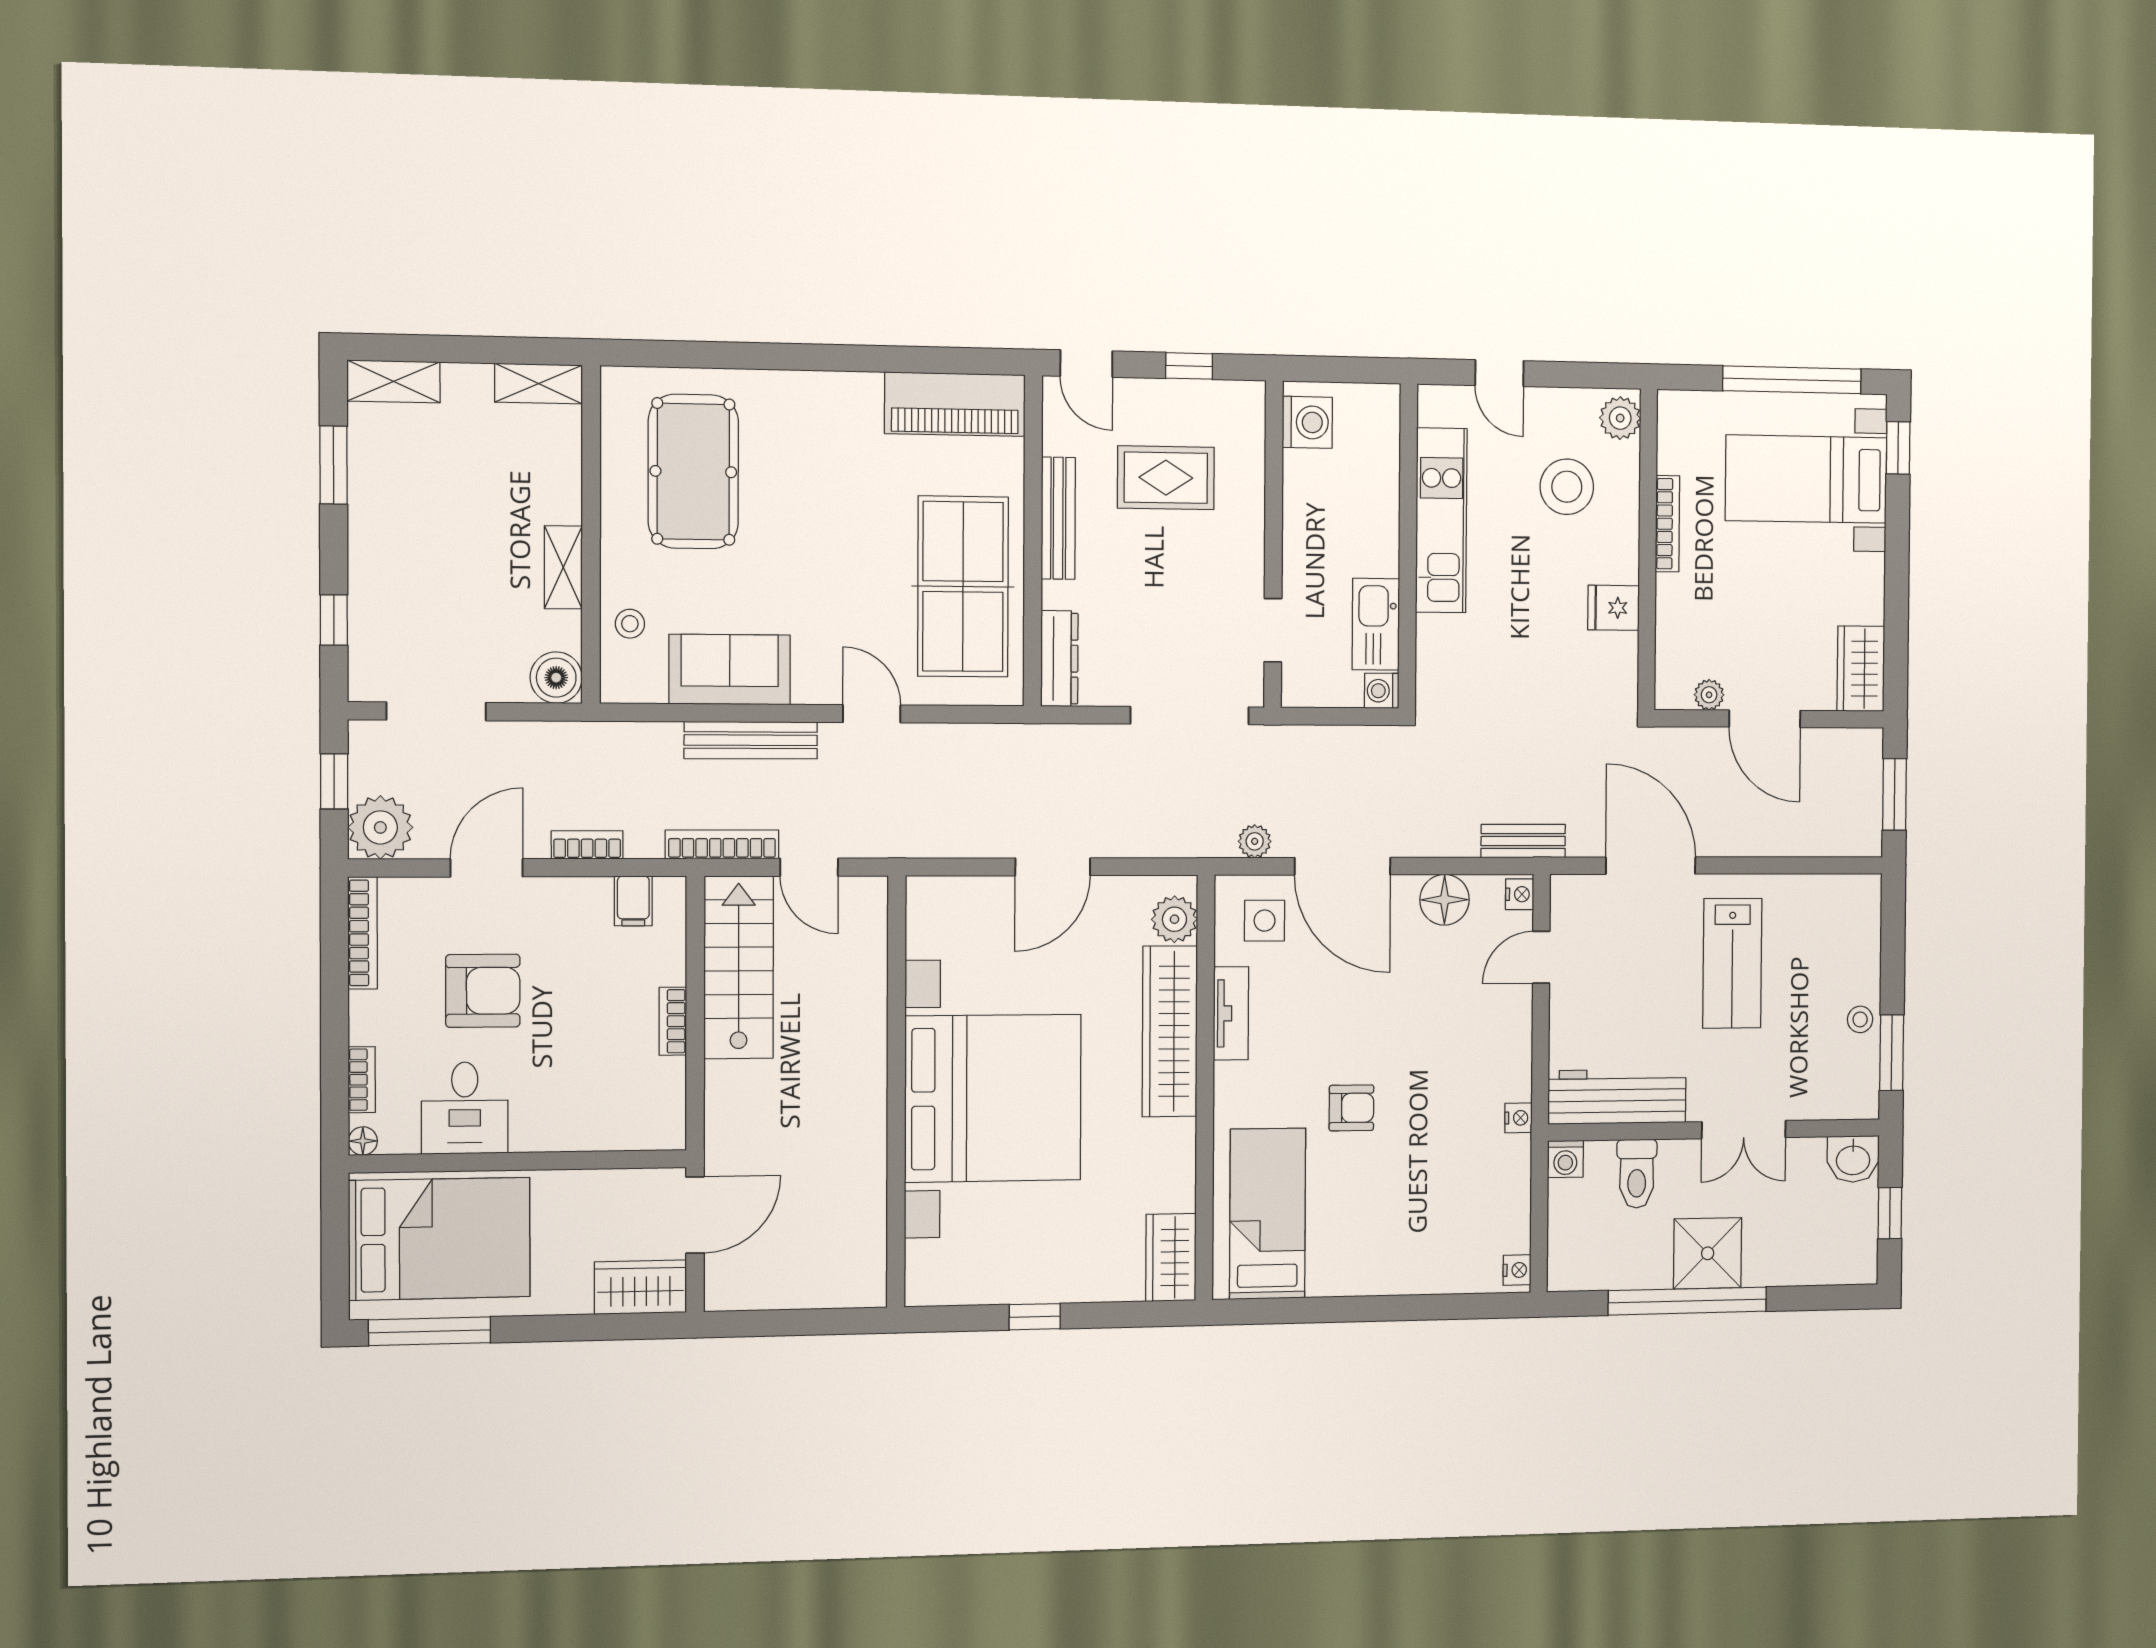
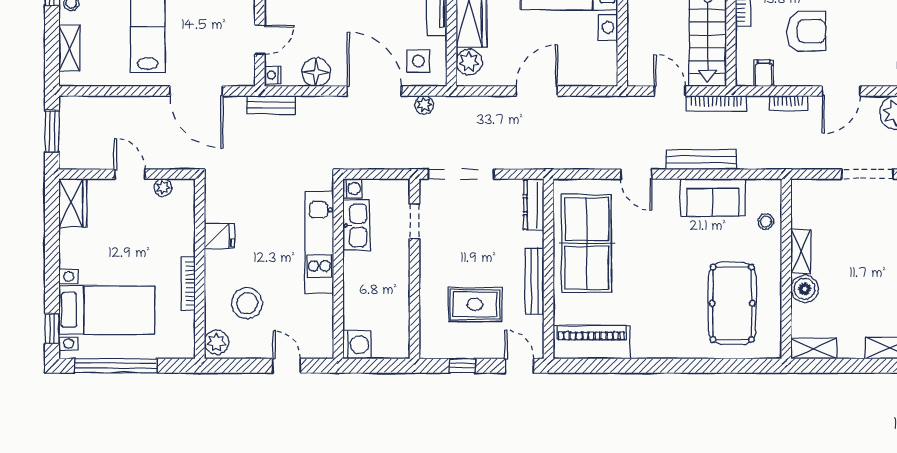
washing machine: (1307, 422) -> (357, 345), moved, turned 180
kitchen unit: (1441, 520) -> (319, 243), moved
boiler: (556, 678) -> (805, 289), moved
door: (1765, 719) -> (130, 174), width x0.73
shelving: (1864, 940) -> (69, 48), added
armchair: (483, 991) -> (806, 31), moved, turned 180

